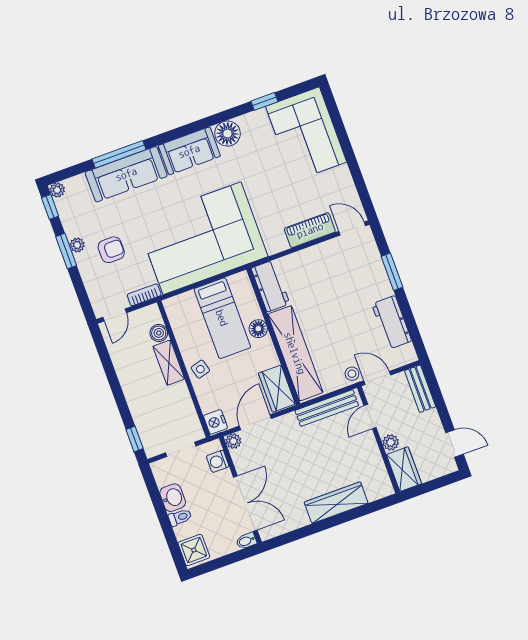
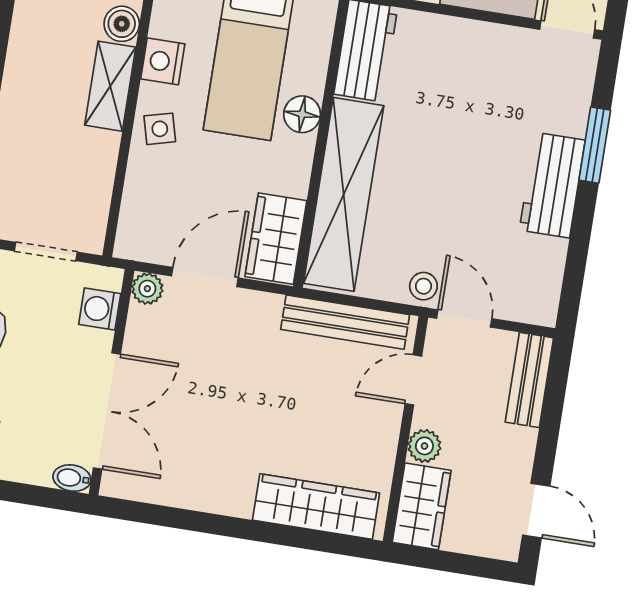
workbench: (392, 322) -> (552, 185), moved
nightstand: (216, 422) -> (163, 61), moved
wardrobe: (336, 503) -> (316, 507), moved

